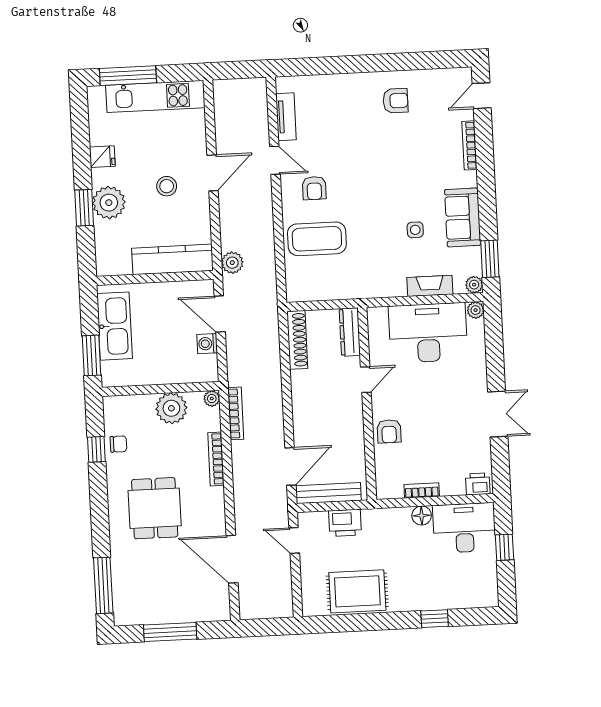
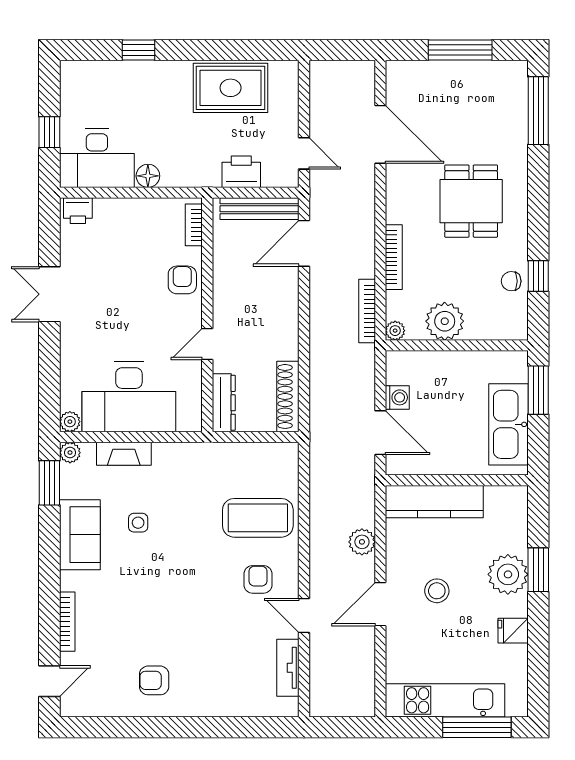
plant: (232, 263) -> (362, 542), moved
bookcase: (422, 491) -> (194, 225), moved, turned 90

